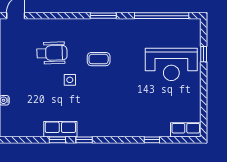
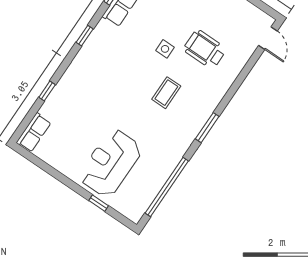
wheelchair: (52, 53) -> (205, 49), turned 92
window: (84, 140) -> (85, 36), moved

